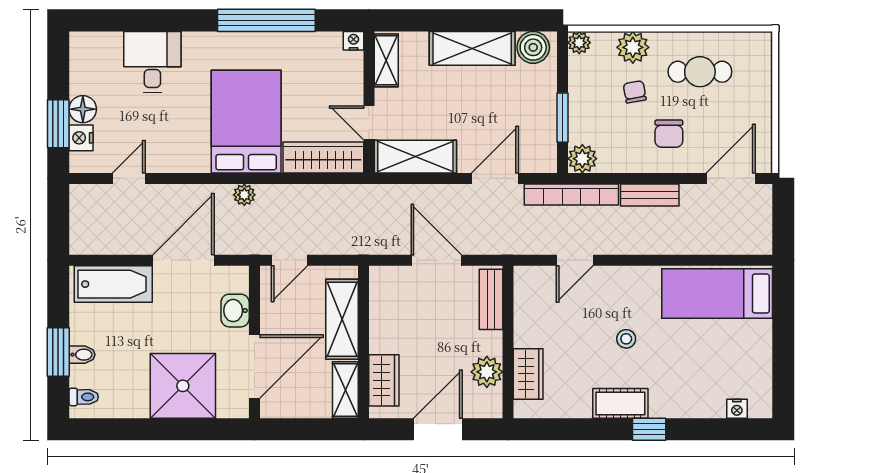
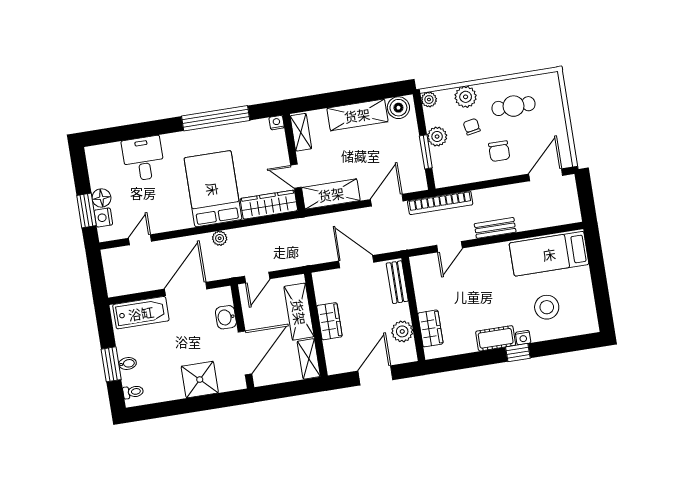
plant: (582, 159) -> (437, 137), moved
bench: (650, 195) -> (495, 228), moved
stool: (626, 339) -> (547, 307), moved, width x1.89, depth x1.89
wardrobe: (384, 380) -> (329, 321), moved
shower: (183, 386) -> (200, 380), width x0.73, depth x0.73
nightstand: (737, 409) -> (523, 338), moved

